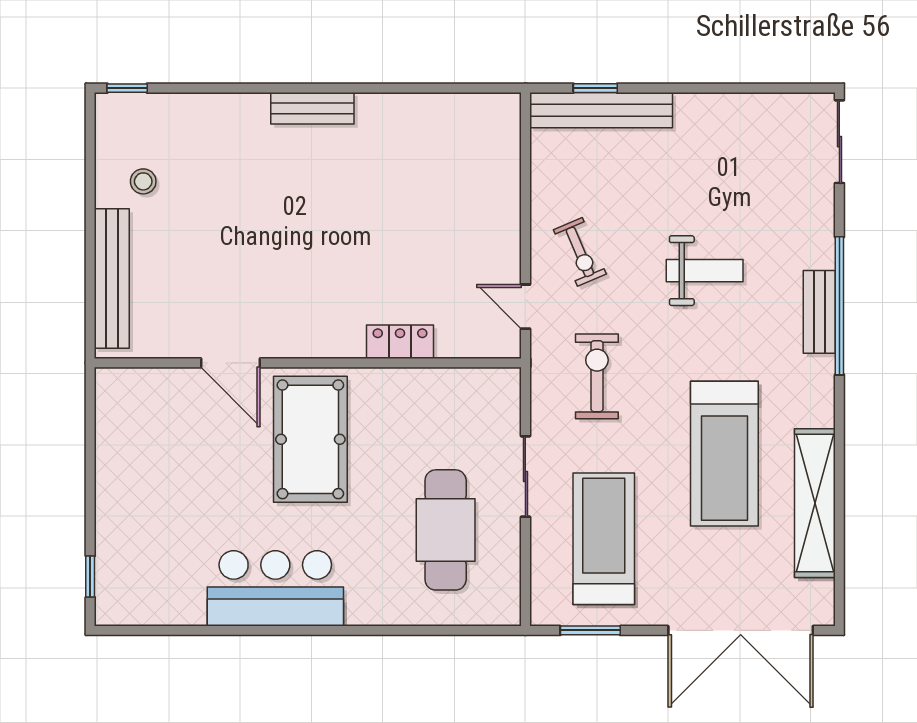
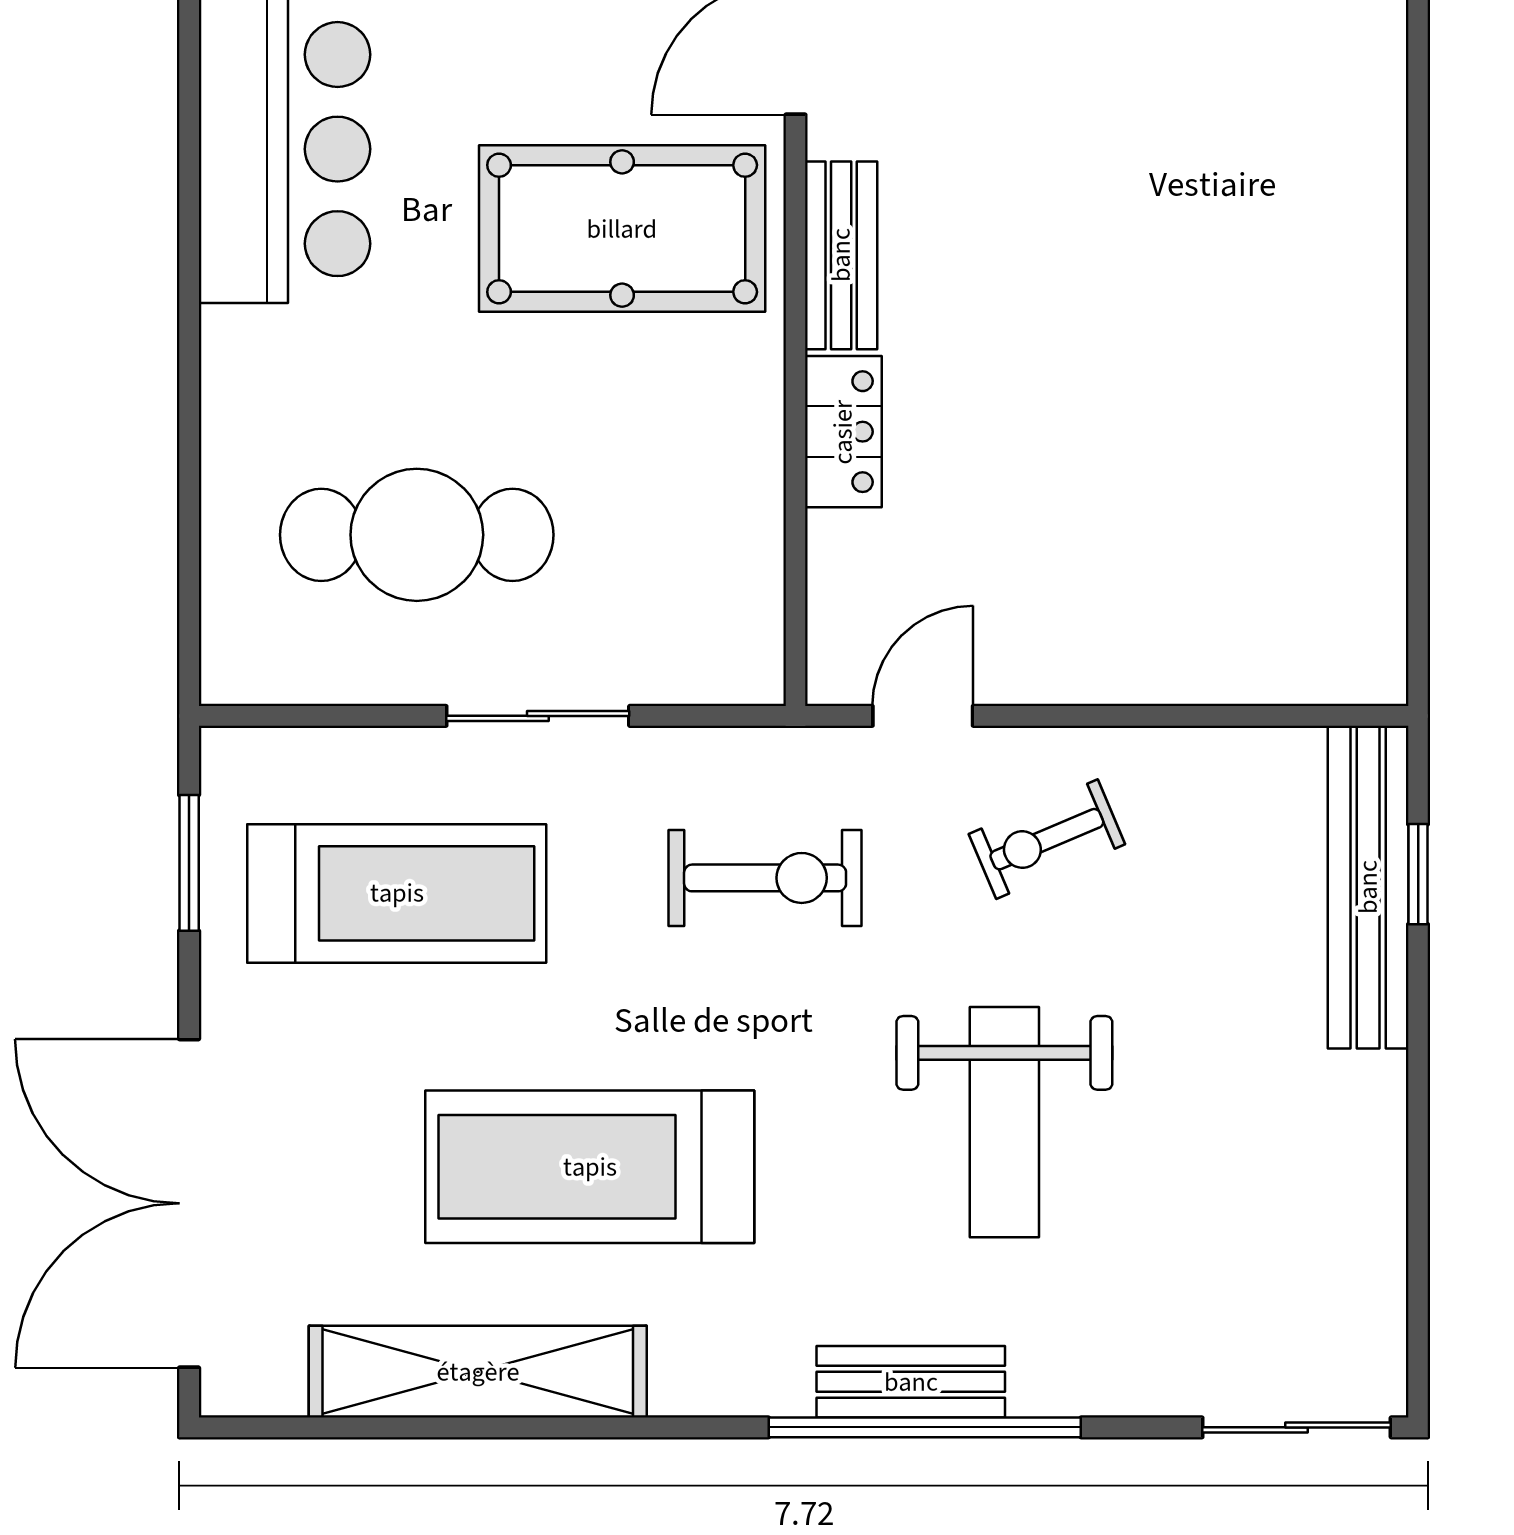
bench: (312, 108) -> (841, 255), moved
weight bench: (705, 271) -> (1004, 1122), width x1.36, depth x1.33

